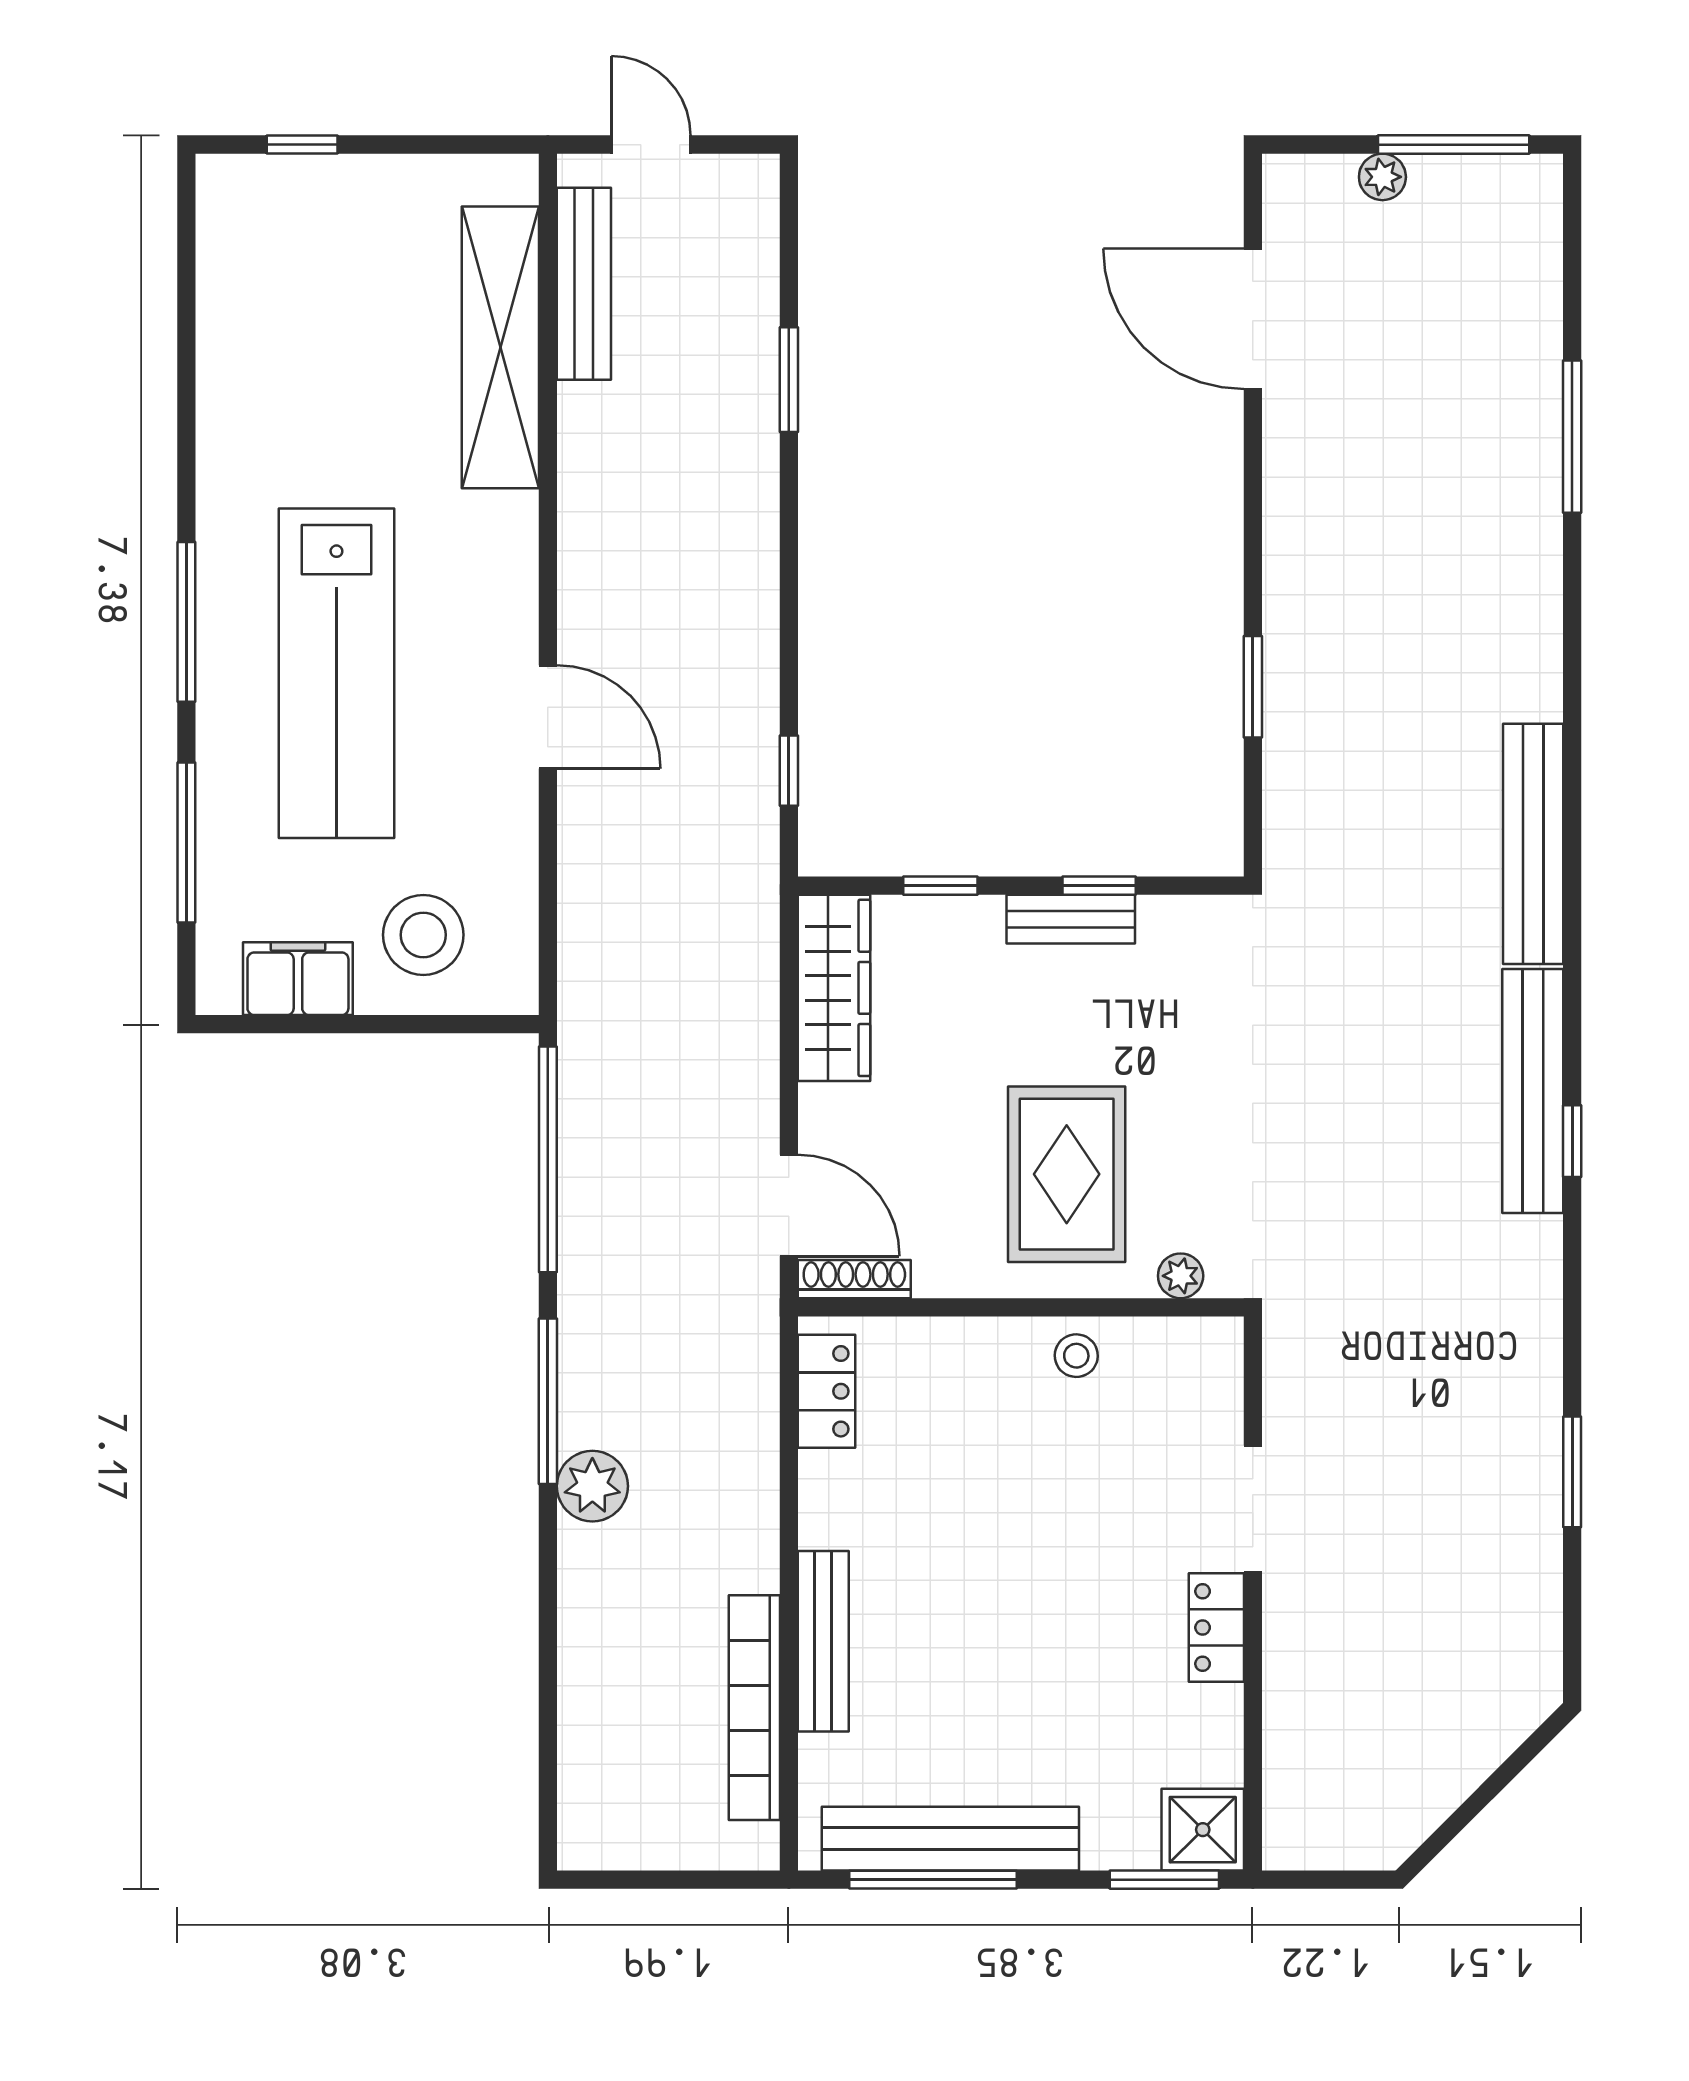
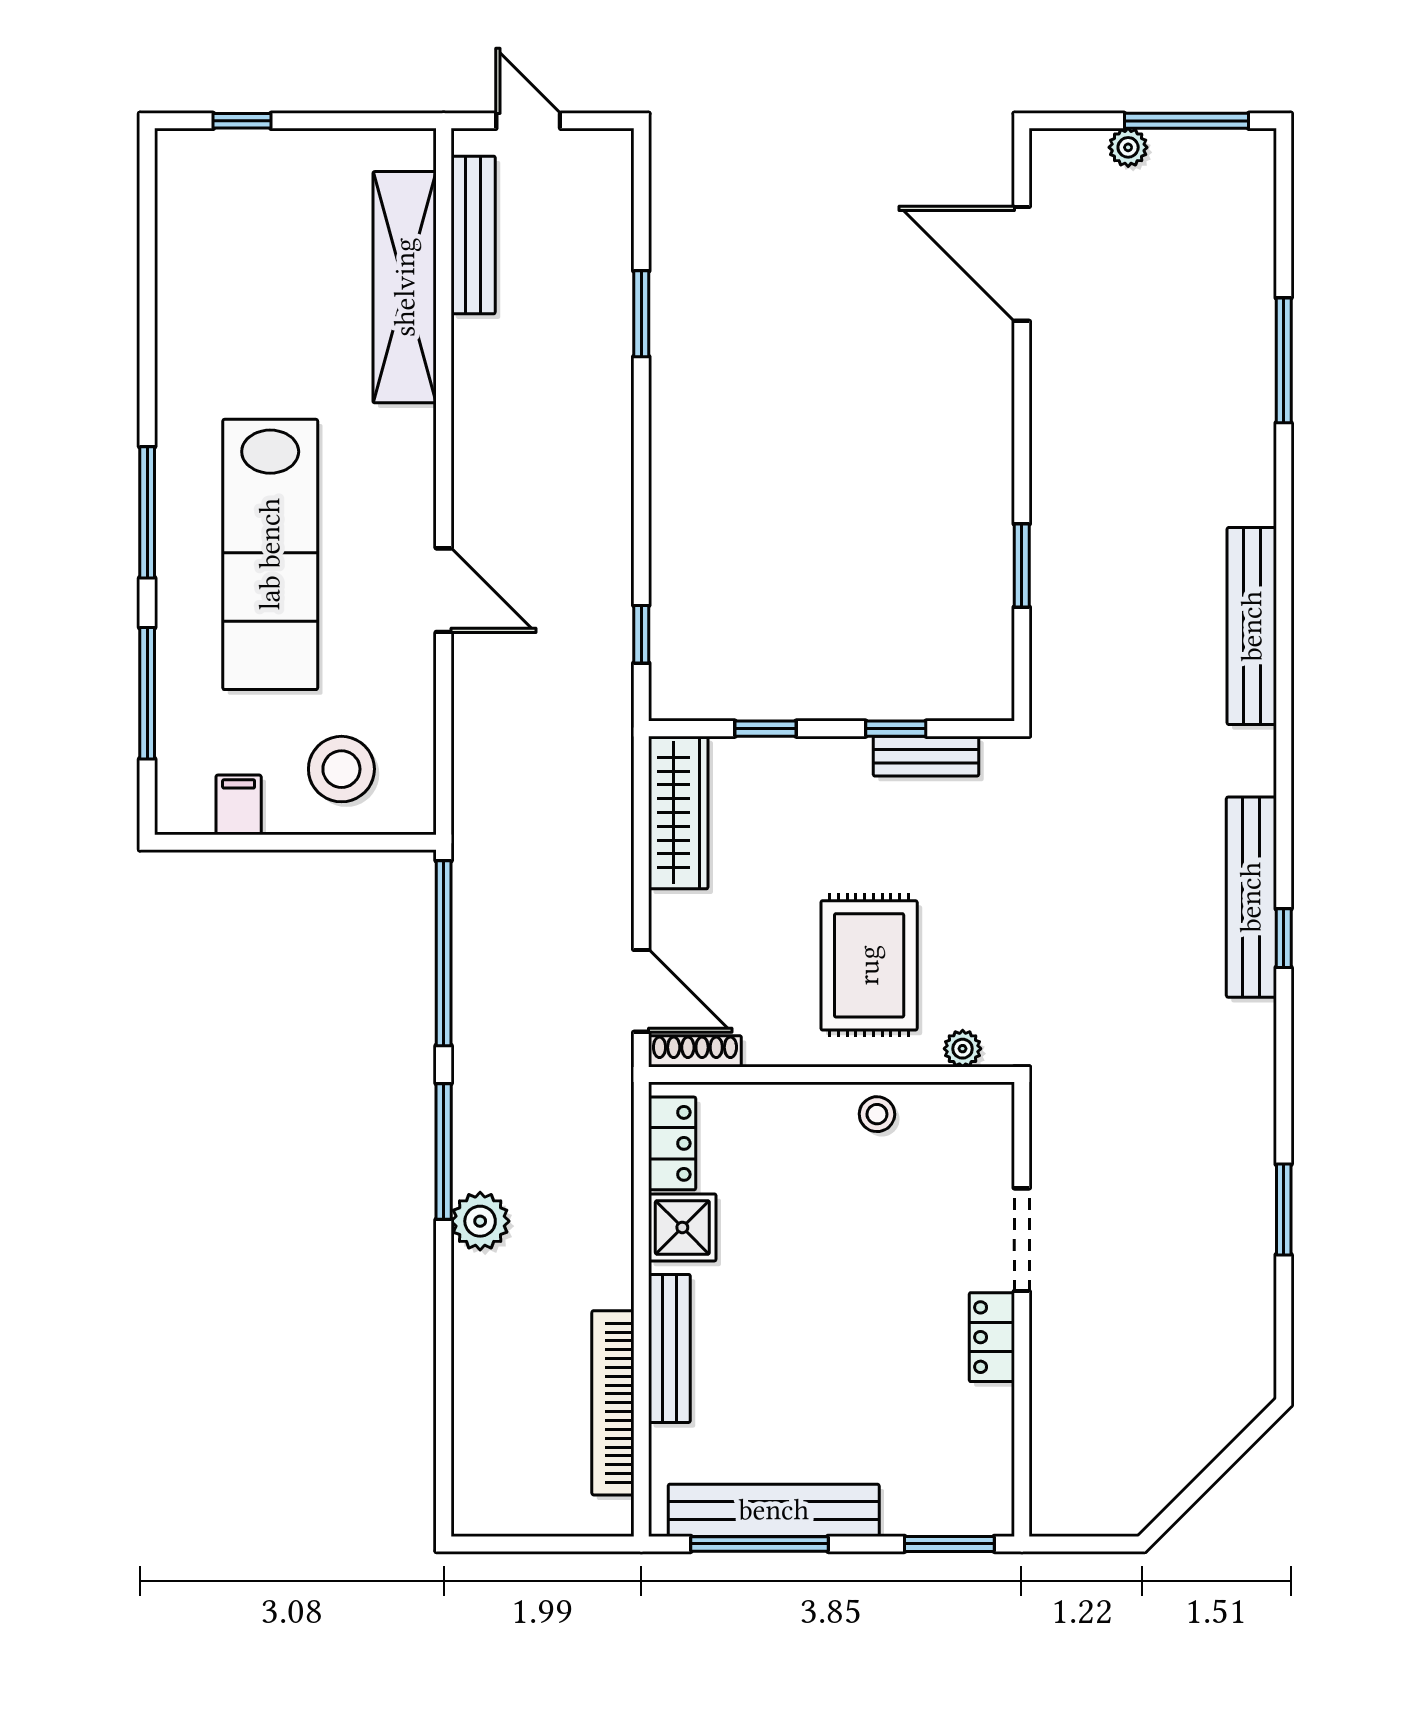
bench: (1533, 844) -> (1252, 626), moved
bench: (1071, 919) -> (926, 756), moved
filing cabinet: (298, 979) -> (239, 805), width x0.50
shower: (1203, 1830) -> (682, 1227), moved

